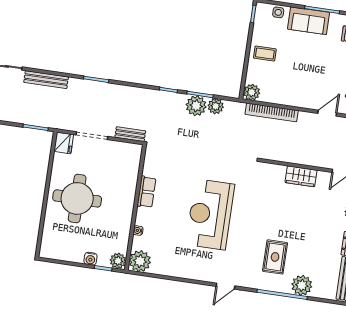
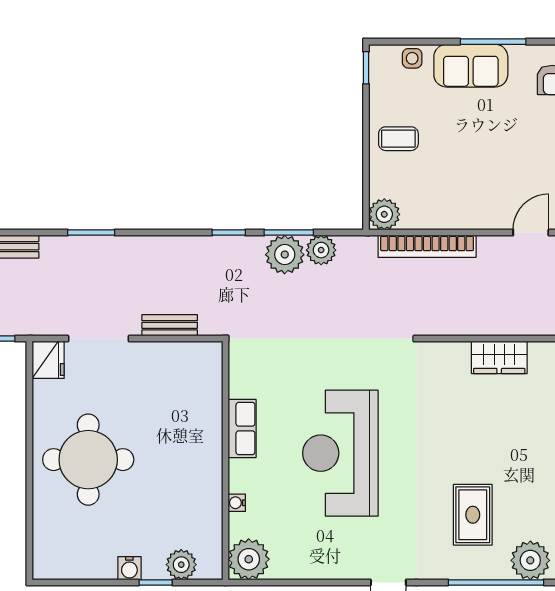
row of seats: (146, 192) -> (242, 428), moved
wall: (135, 207) -> (226, 460), moved
water cooler: (138, 231) -> (237, 503), moved
plant: (140, 261) -> (249, 559), moved

